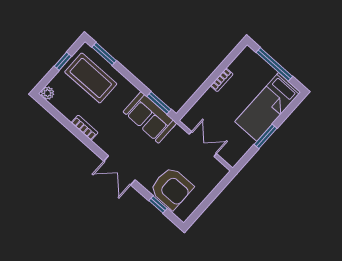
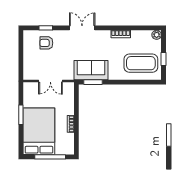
window: (104, 54) -> (145, 82), removed
bed: (268, 107) -> (39, 131), width x1.50
armchair: (171, 188) -> (46, 43), width x0.53, depth x0.53

